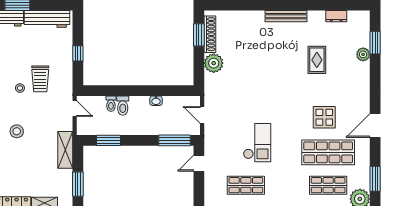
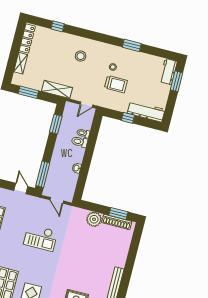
workbench: (47, 19) -> (146, 111), moved, turned 90
trolley: (40, 79) -> (116, 84), turned 180
door: (202, 115) -> (57, 200), swing flipped
checkout: (257, 143) -> (41, 238), moved

